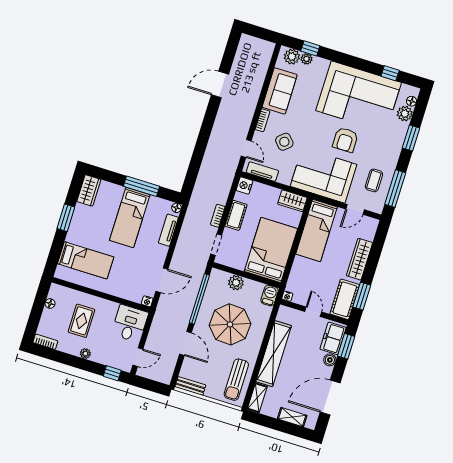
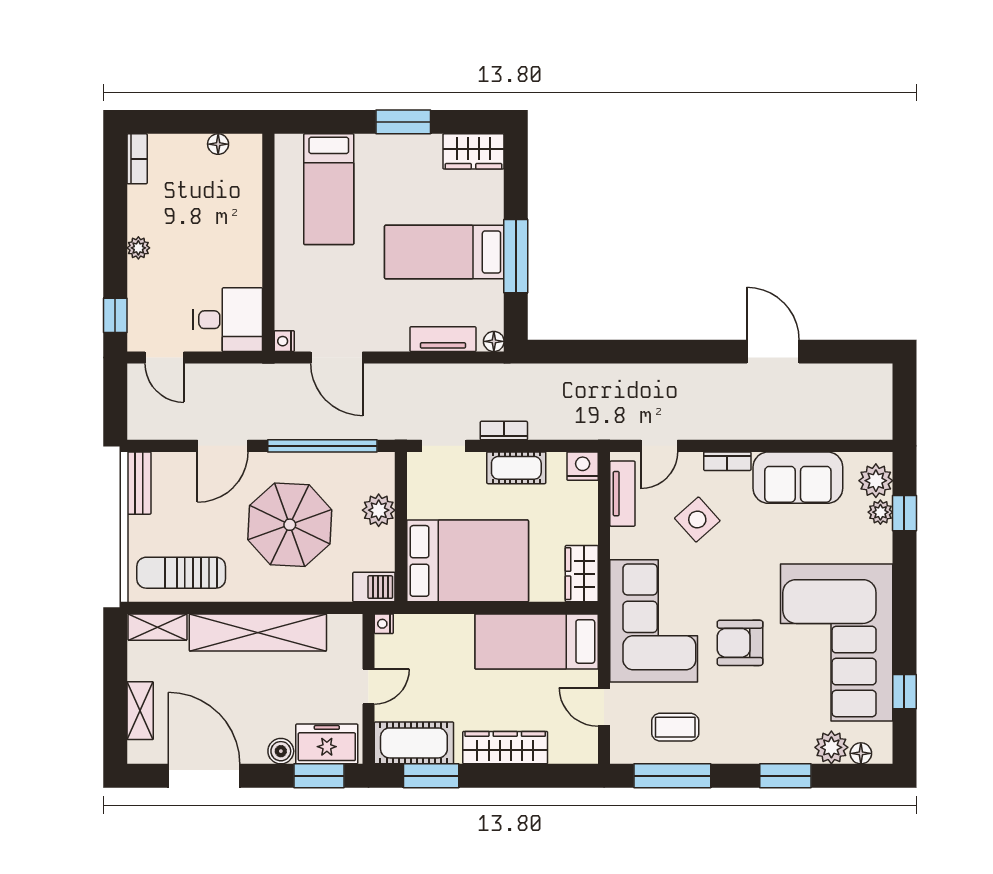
rug: (81, 321) -> (203, 219), removed

